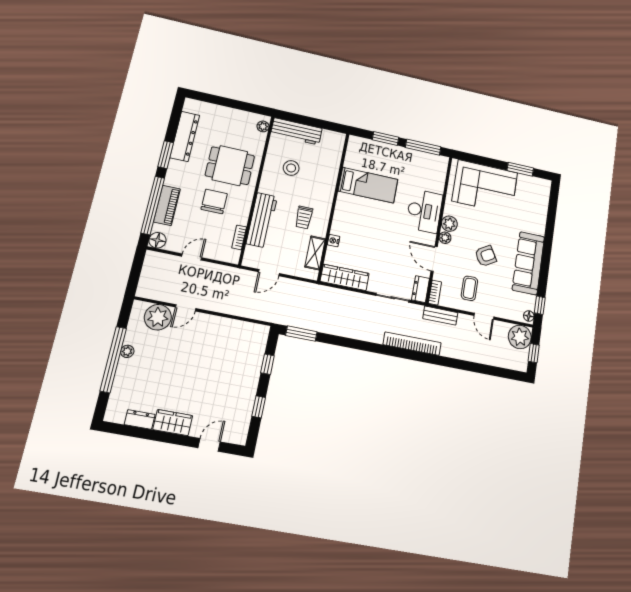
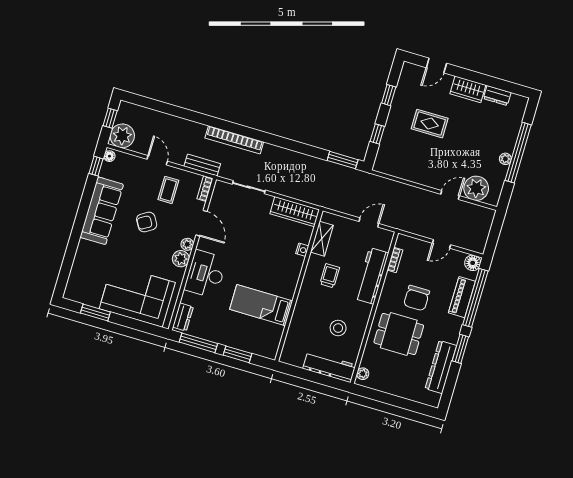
dresser: (421, 289) -> (183, 317), moved
rug: (212, 381) -> (430, 124), added

